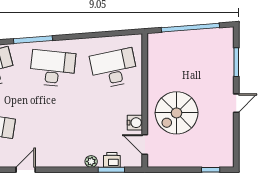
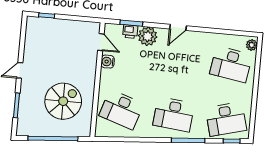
desk: (114, 68) -> (121, 110), turned 30
spiral stairs: (177, 113) -> (63, 101), moved
plant: (91, 161) -> (148, 36), width x1.87, depth x1.87
door: (26, 170) -> (178, 27), moved

